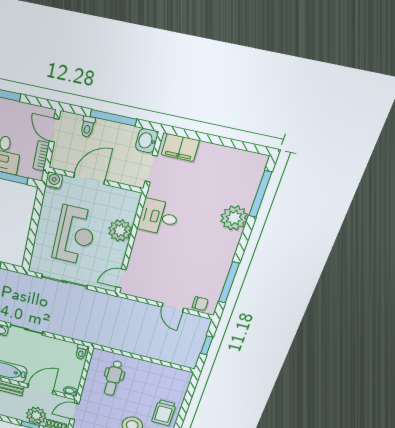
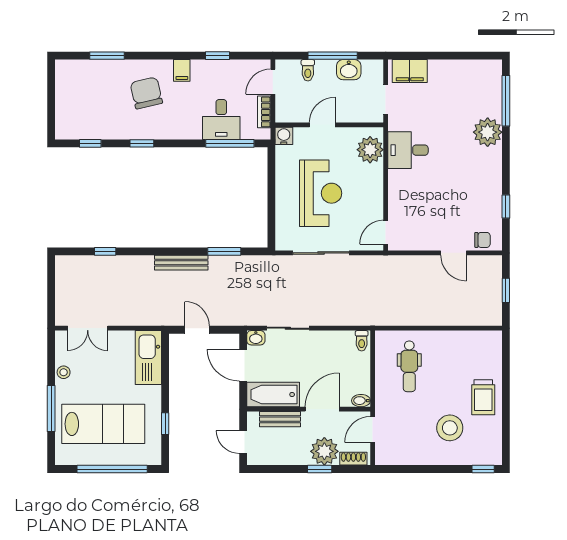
door: (54, 130) -> (273, 82), hinge flipped
washbasin: (147, 141) -> (349, 70), moved, turned -90
door: (89, 179) -> (322, 125), width x0.73
plant: (120, 230) -> (370, 150), moved
window: (229, 283) -> (506, 206), width x0.46

